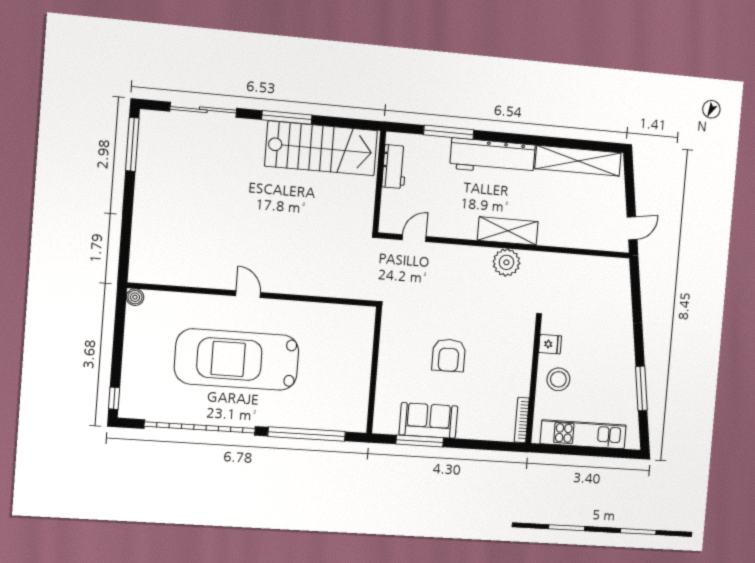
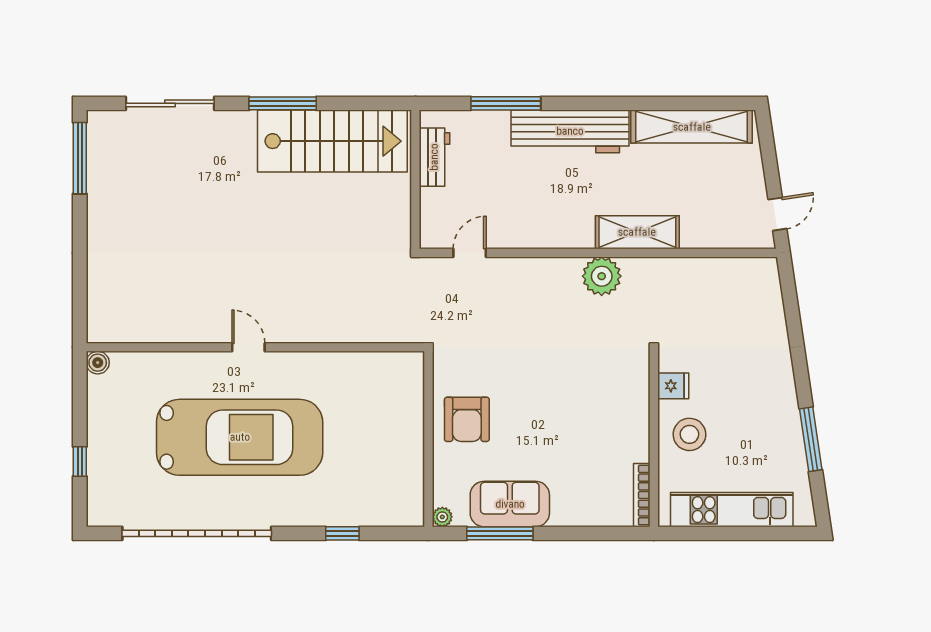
shelving: (508, 231) -> (637, 232), moved
armchair: (449, 355) -> (467, 419), moved
car: (237, 359) -> (240, 437), turned 180
window: (114, 398) -> (80, 461), moved
plant: (380, 427) -> (442, 517), added
window: (307, 434) -> (342, 533), width x0.32

